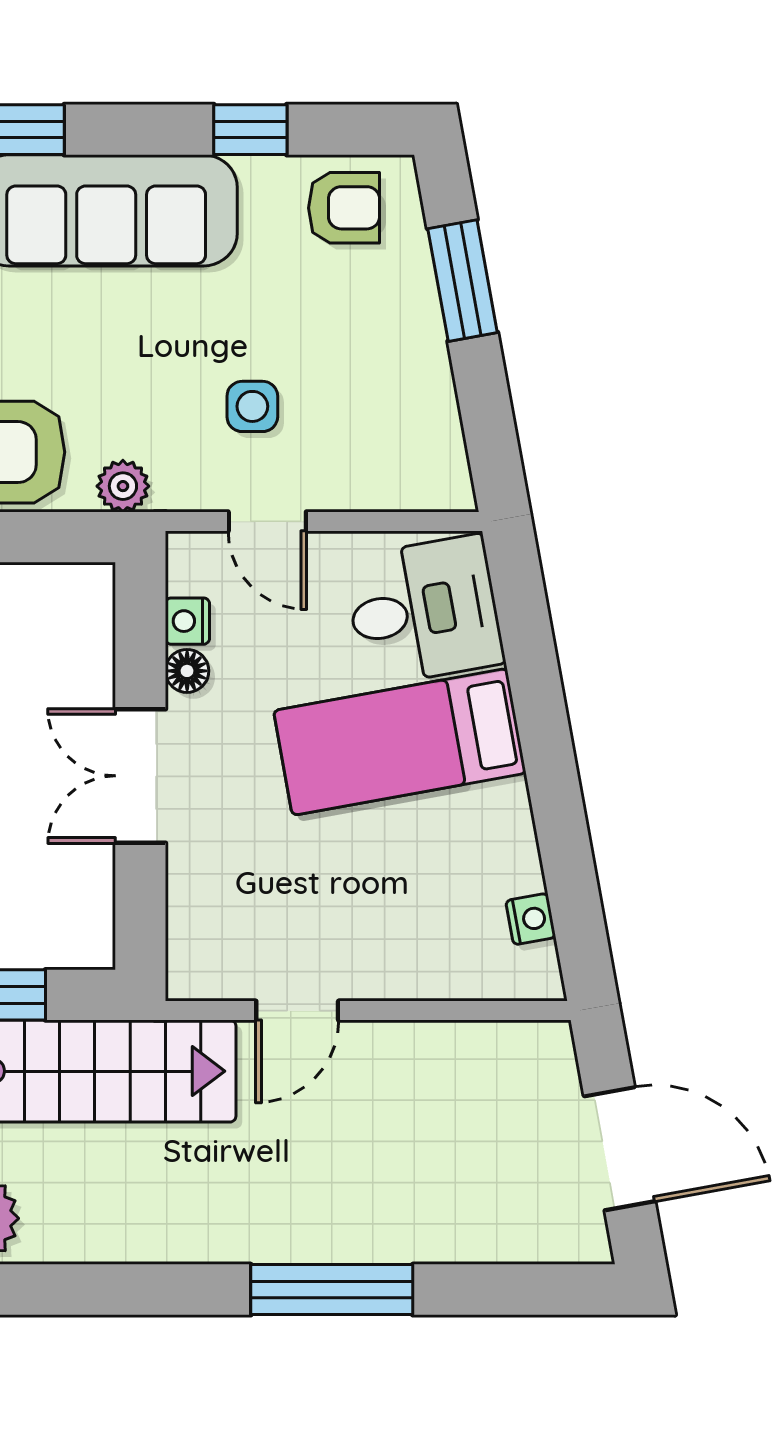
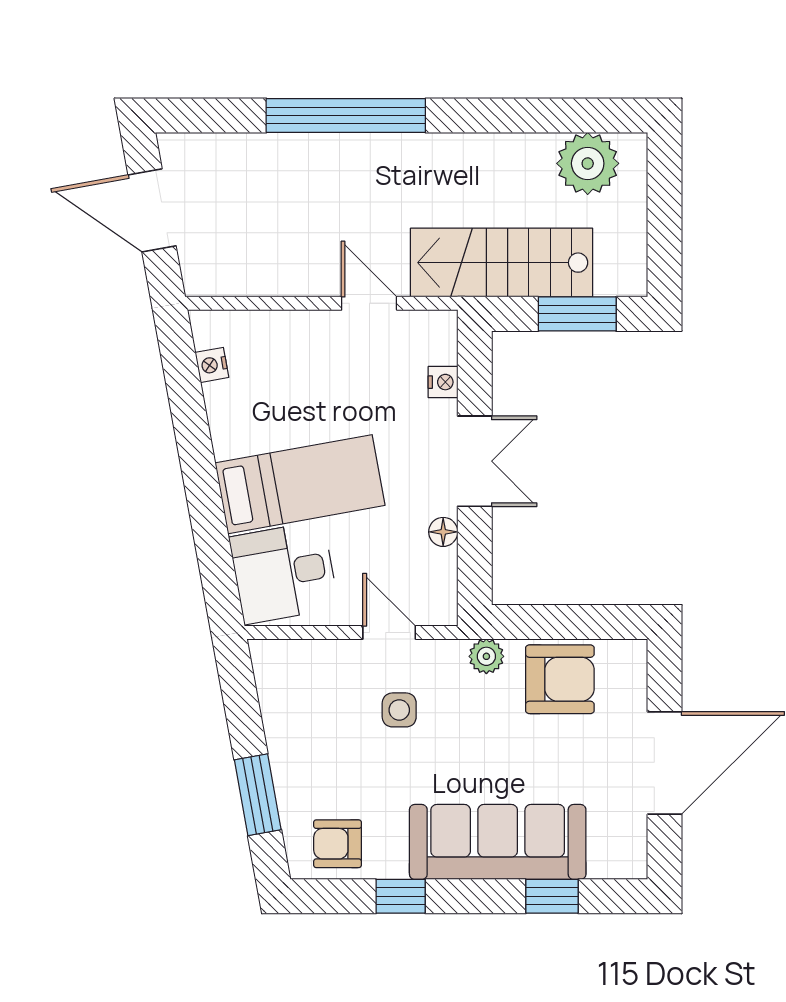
nightstand: (187, 621) -> (443, 382), moved
door: (297, 1011) -> (369, 303), hinge flipped
window: (332, 1290) -> (346, 116), width x1.46

